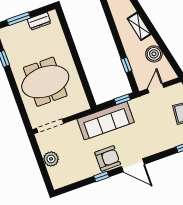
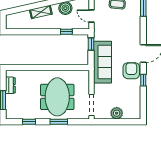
window: (16, 94) -> (59, 122), added

